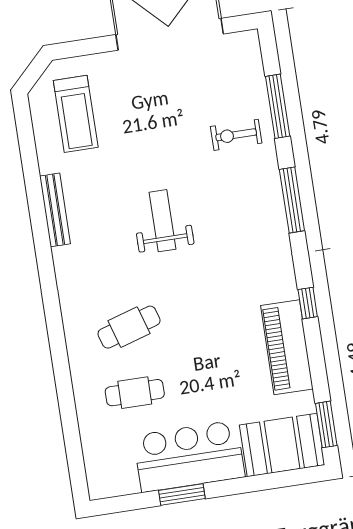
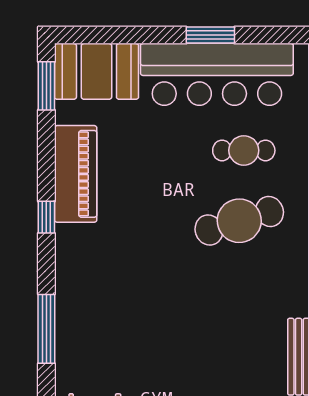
weight bench: (162, 221) -> (187, 328), removed
cafe table: (129, 327) -> (239, 221), width x1.37, depth x1.35
bar counter: (189, 456) -> (217, 74), width x1.36

